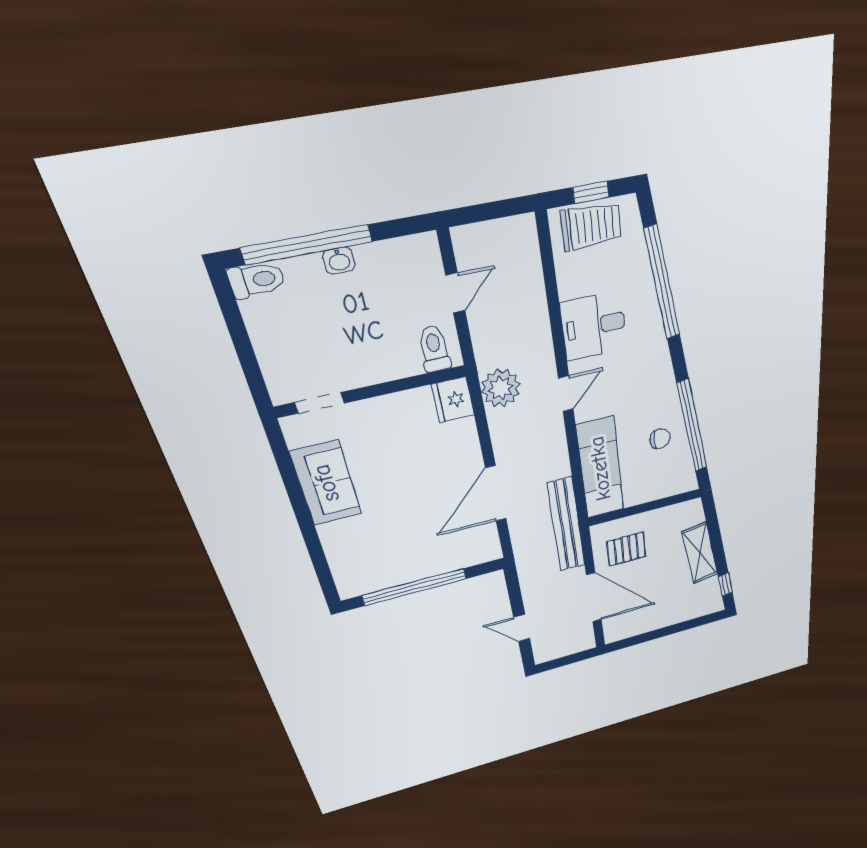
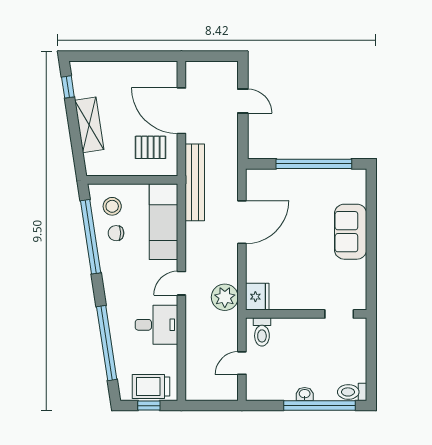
stool: (667, 470) -> (112, 206), added
sofa: (326, 483) -> (351, 232), moved

